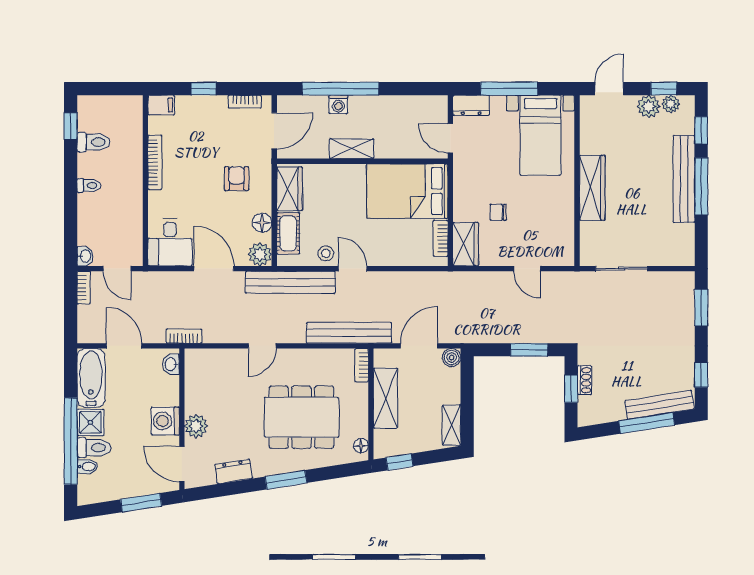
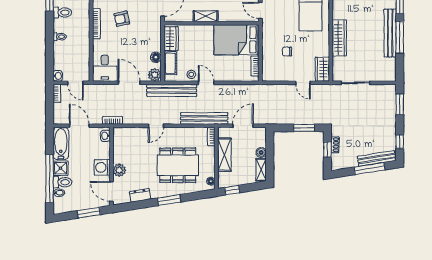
armchair: (237, 179) -> (122, 19), moved, turned -102
wardrobe: (466, 244) -> (322, 69), moved, turned 180
boiler: (452, 358) -> (261, 152), moved

